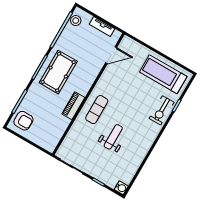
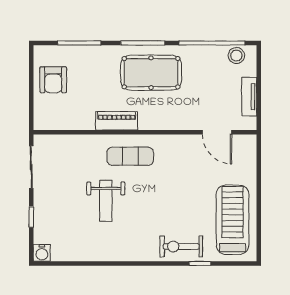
armchair: (23, 121) -> (53, 80), moved
weight bench: (113, 137) -> (106, 201), turned 90

